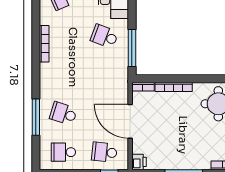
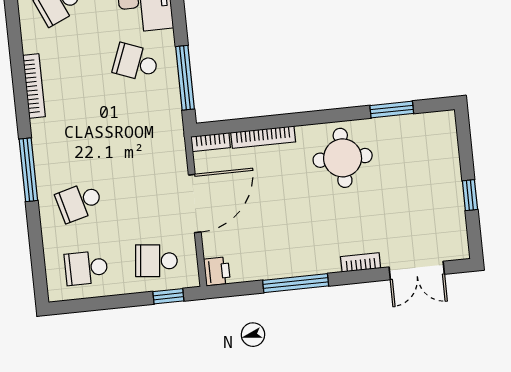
school desk: (63, 114) -> (79, 202), turned -33
window: (36, 117) -> (28, 170), moved
door: (130, 121) -> (195, 204), swing flipped

